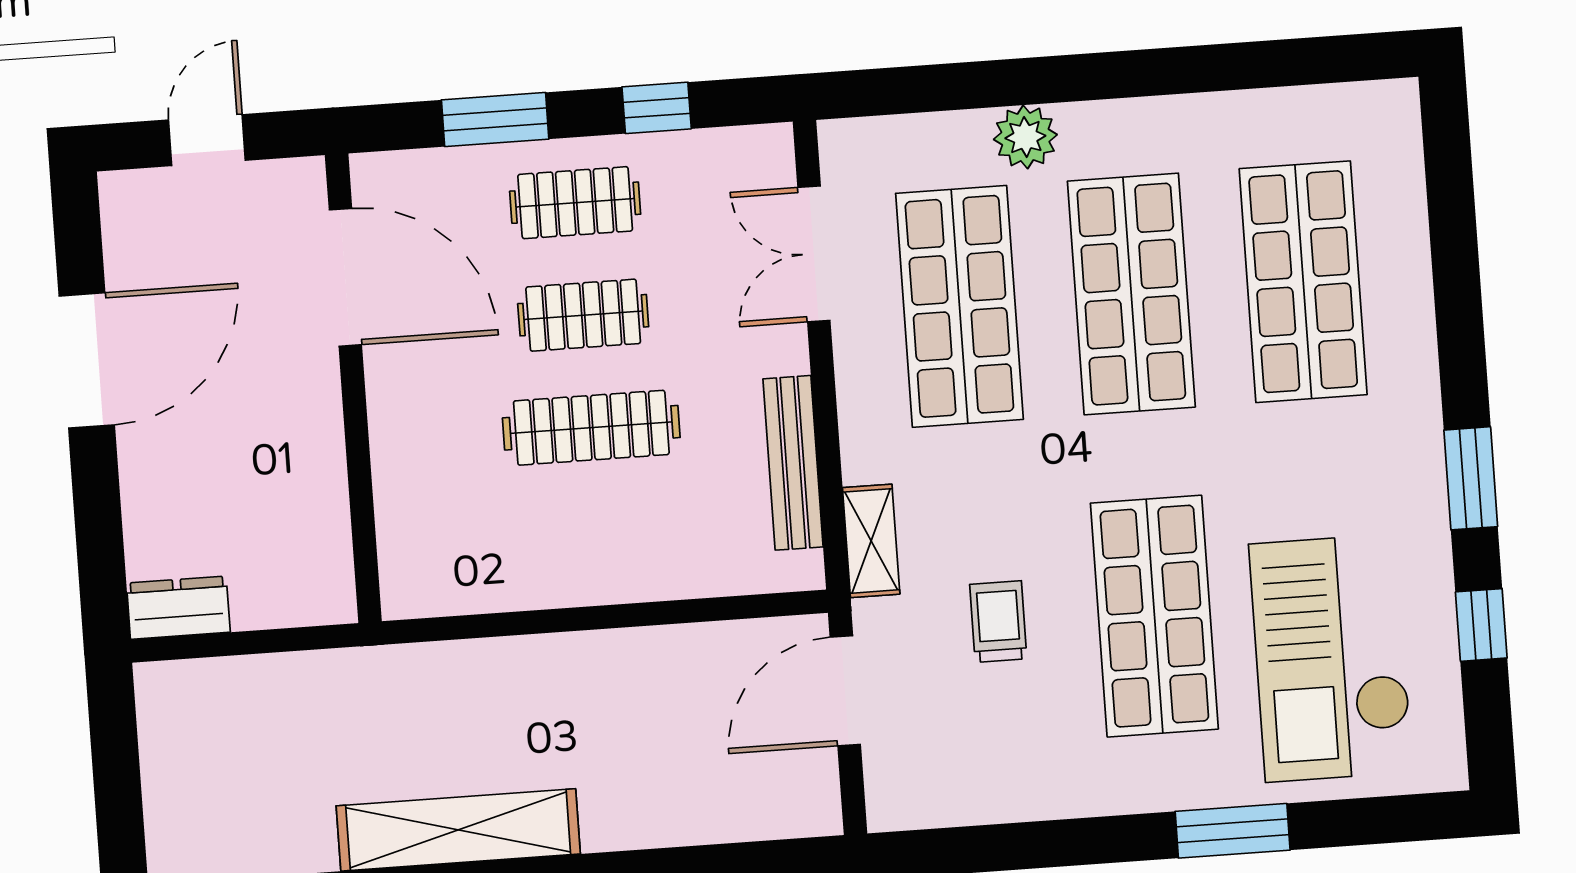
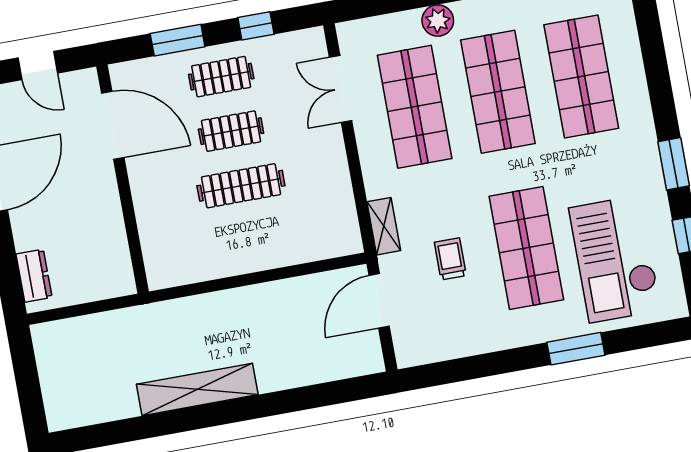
door: (207, 140) -> (38, 66), swing flipped
bench: (793, 463) -> (341, 192), removed
dresser: (178, 608) -> (34, 276), moved, turned 90

